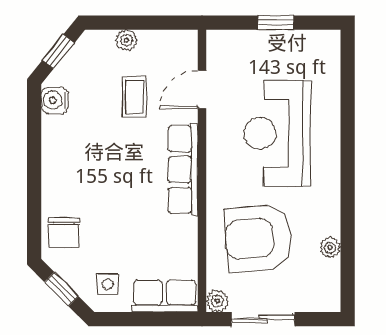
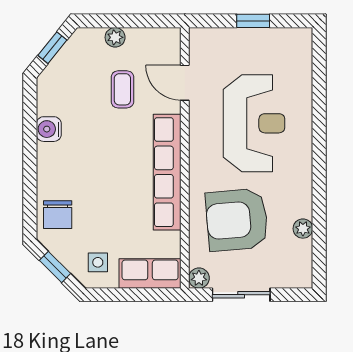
door: (202, 89) -> (185, 83), hinge flipped
water cooler: (55, 100) -> (49, 129), moved
reception desk: (277, 133) -> (254, 123), turned 180
row of seats: (183, 170) -> (167, 172), width x1.36

